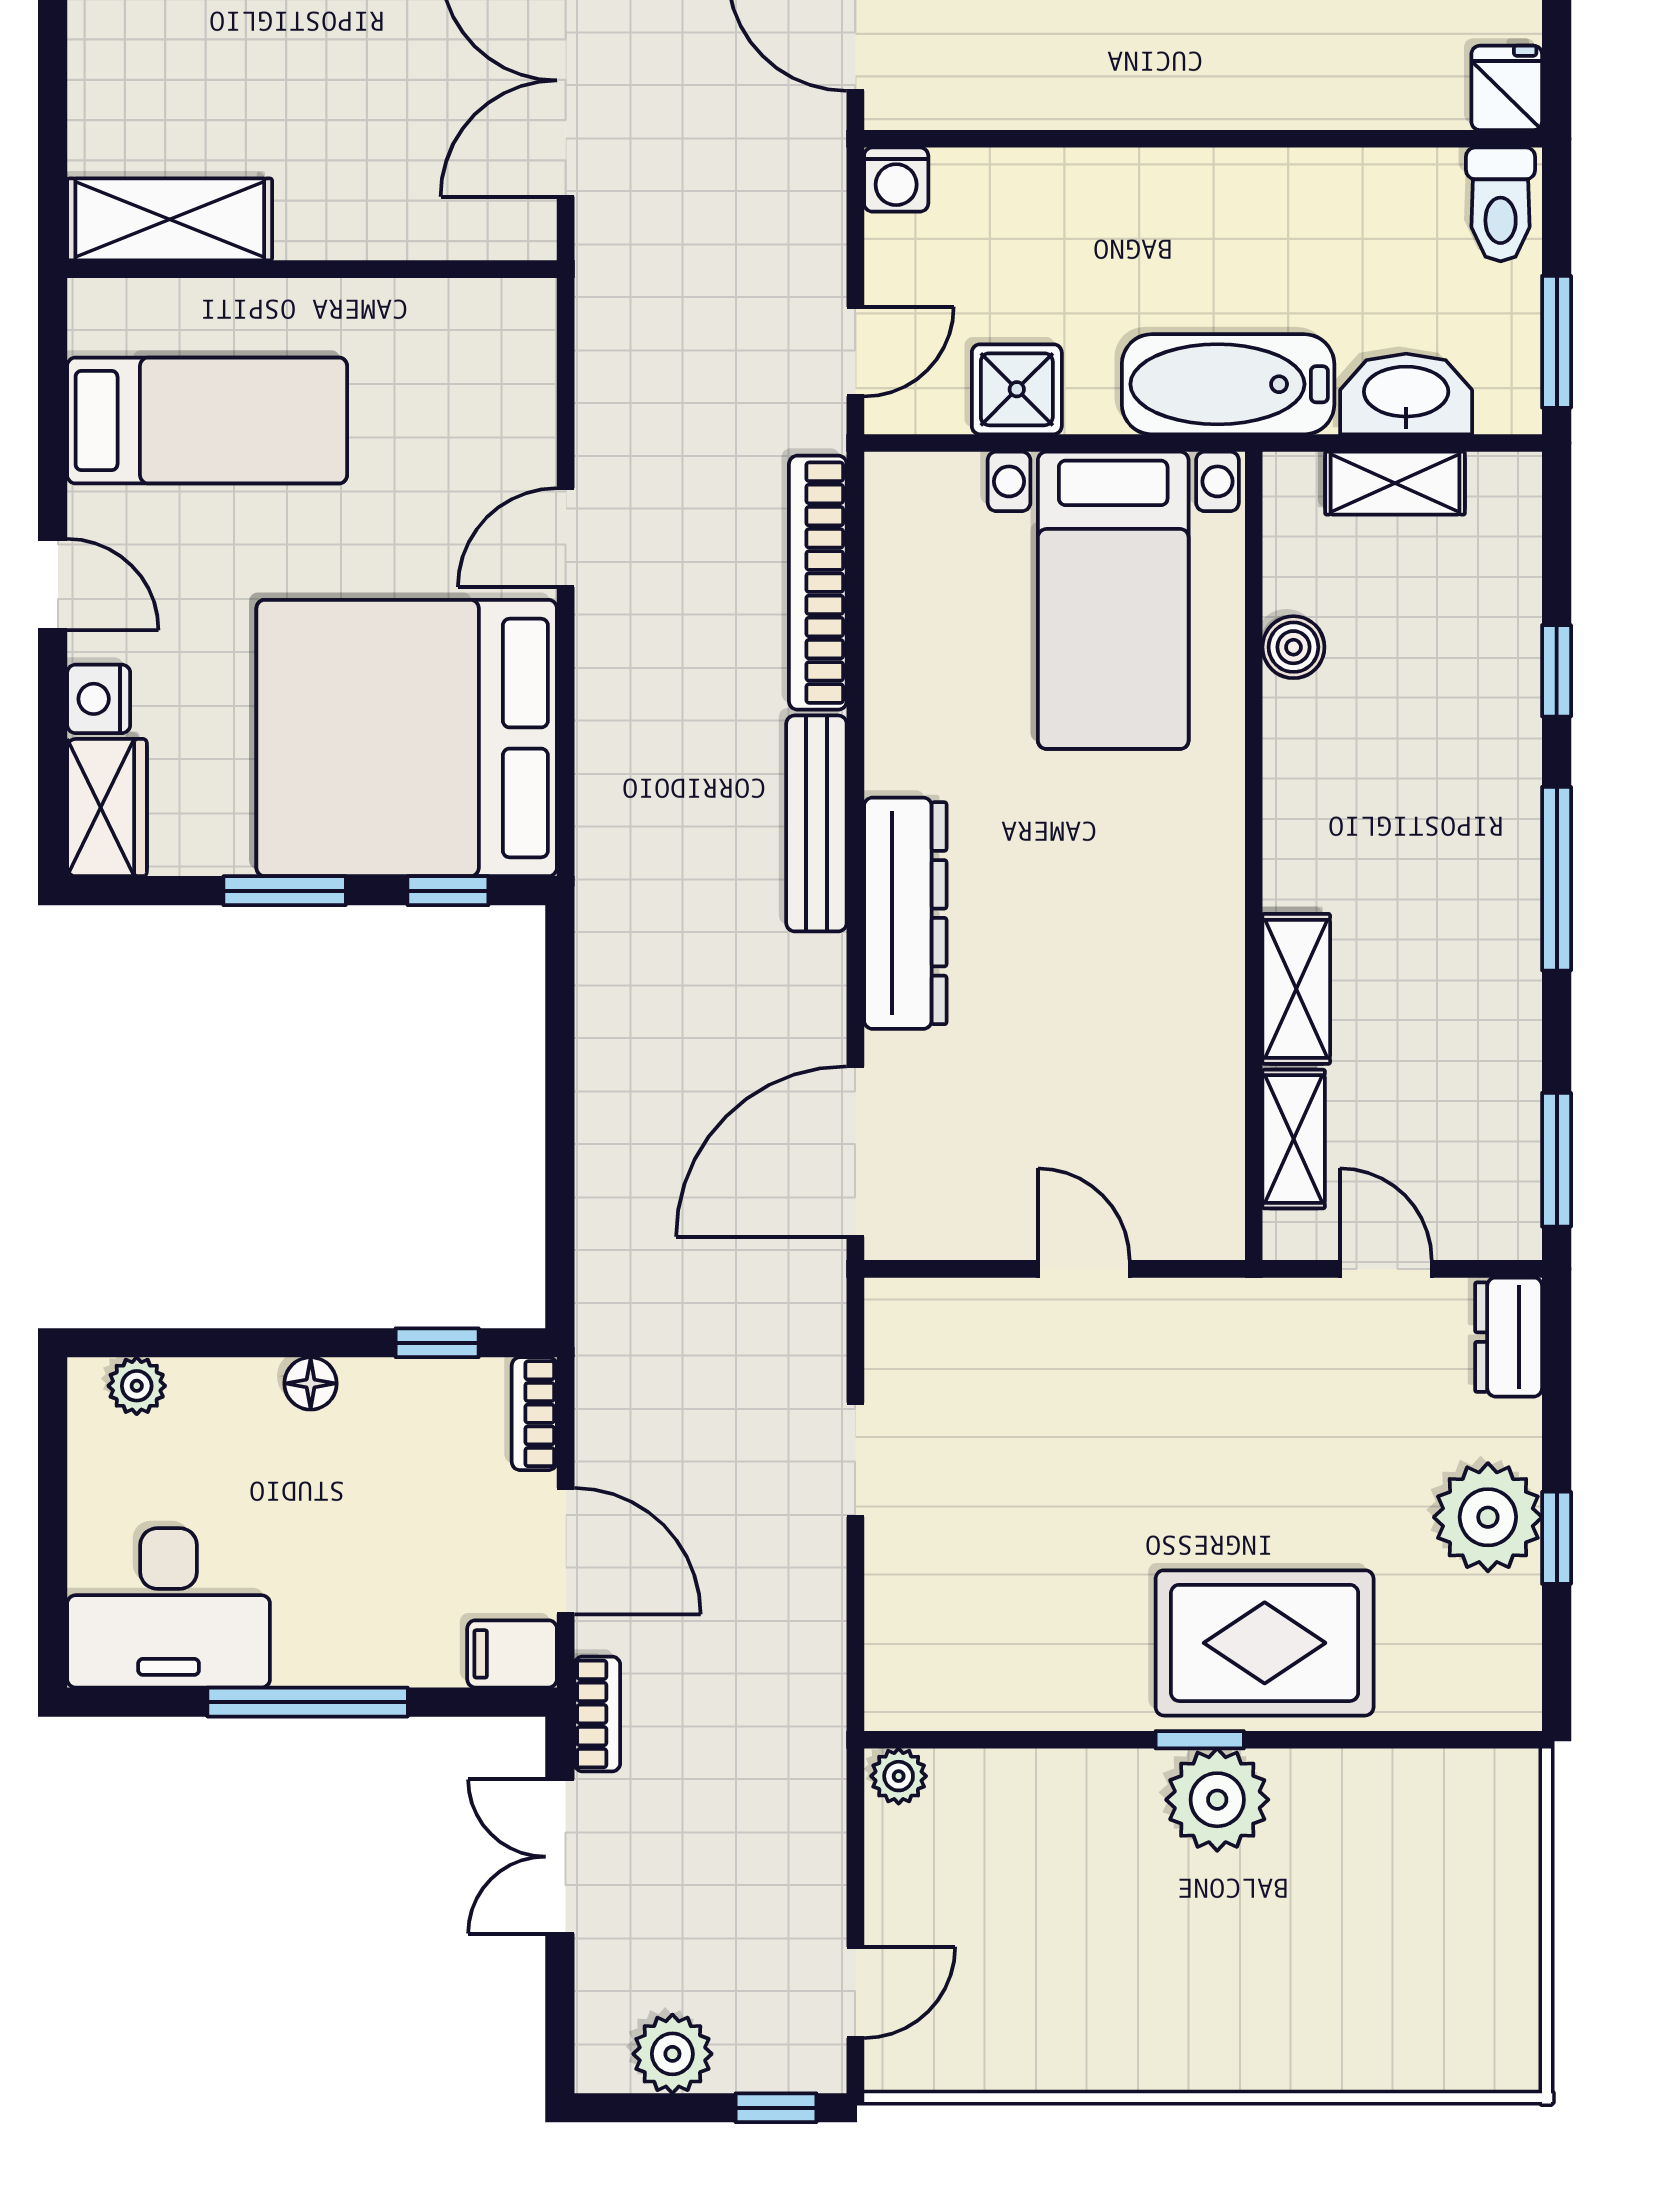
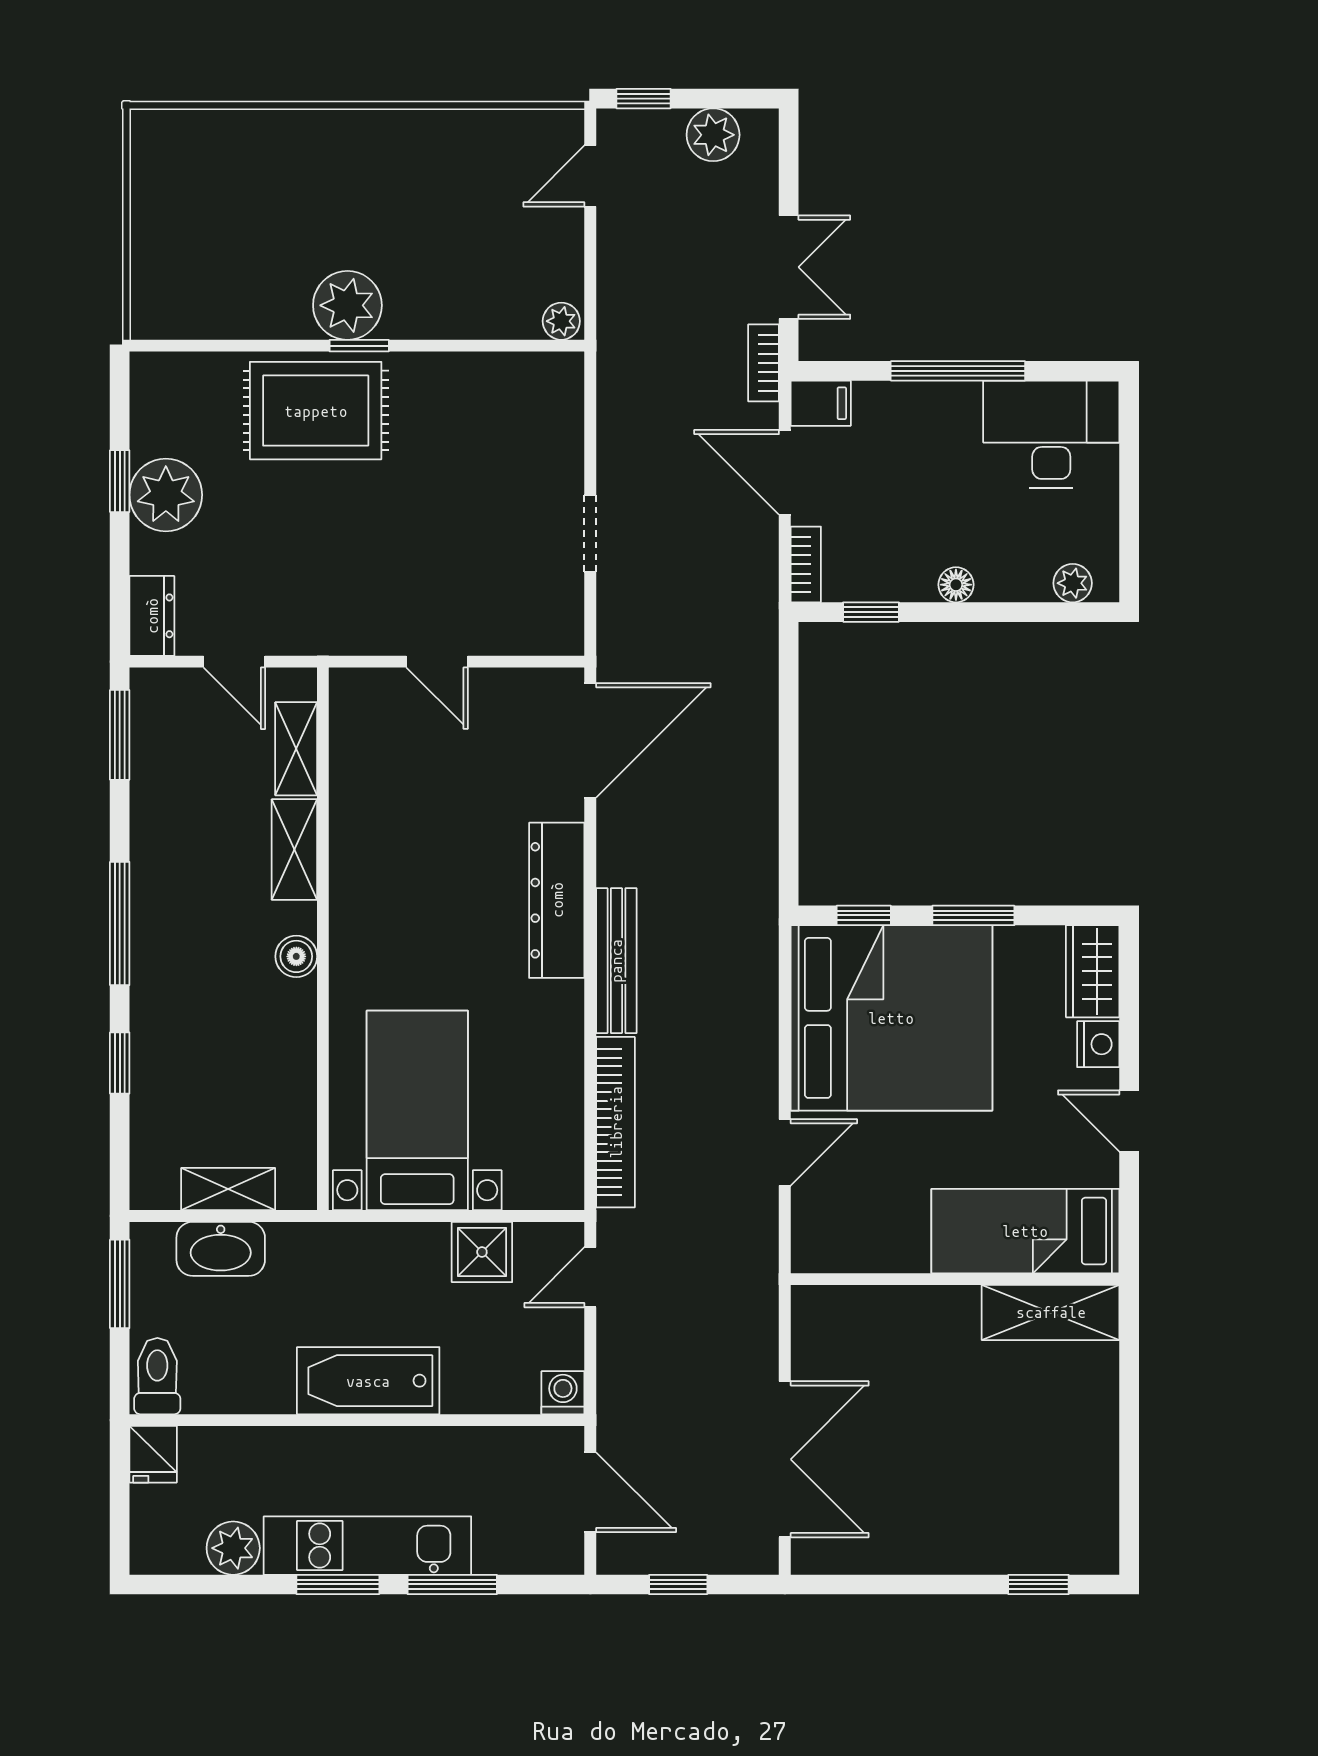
shelving: (170, 219) -> (1051, 1312), moved
wall: (312, 269) -> (955, 1279), moved
bathtub: (1228, 384) -> (368, 1381), moved, turned 180
boiler: (1293, 647) -> (296, 956), moved

